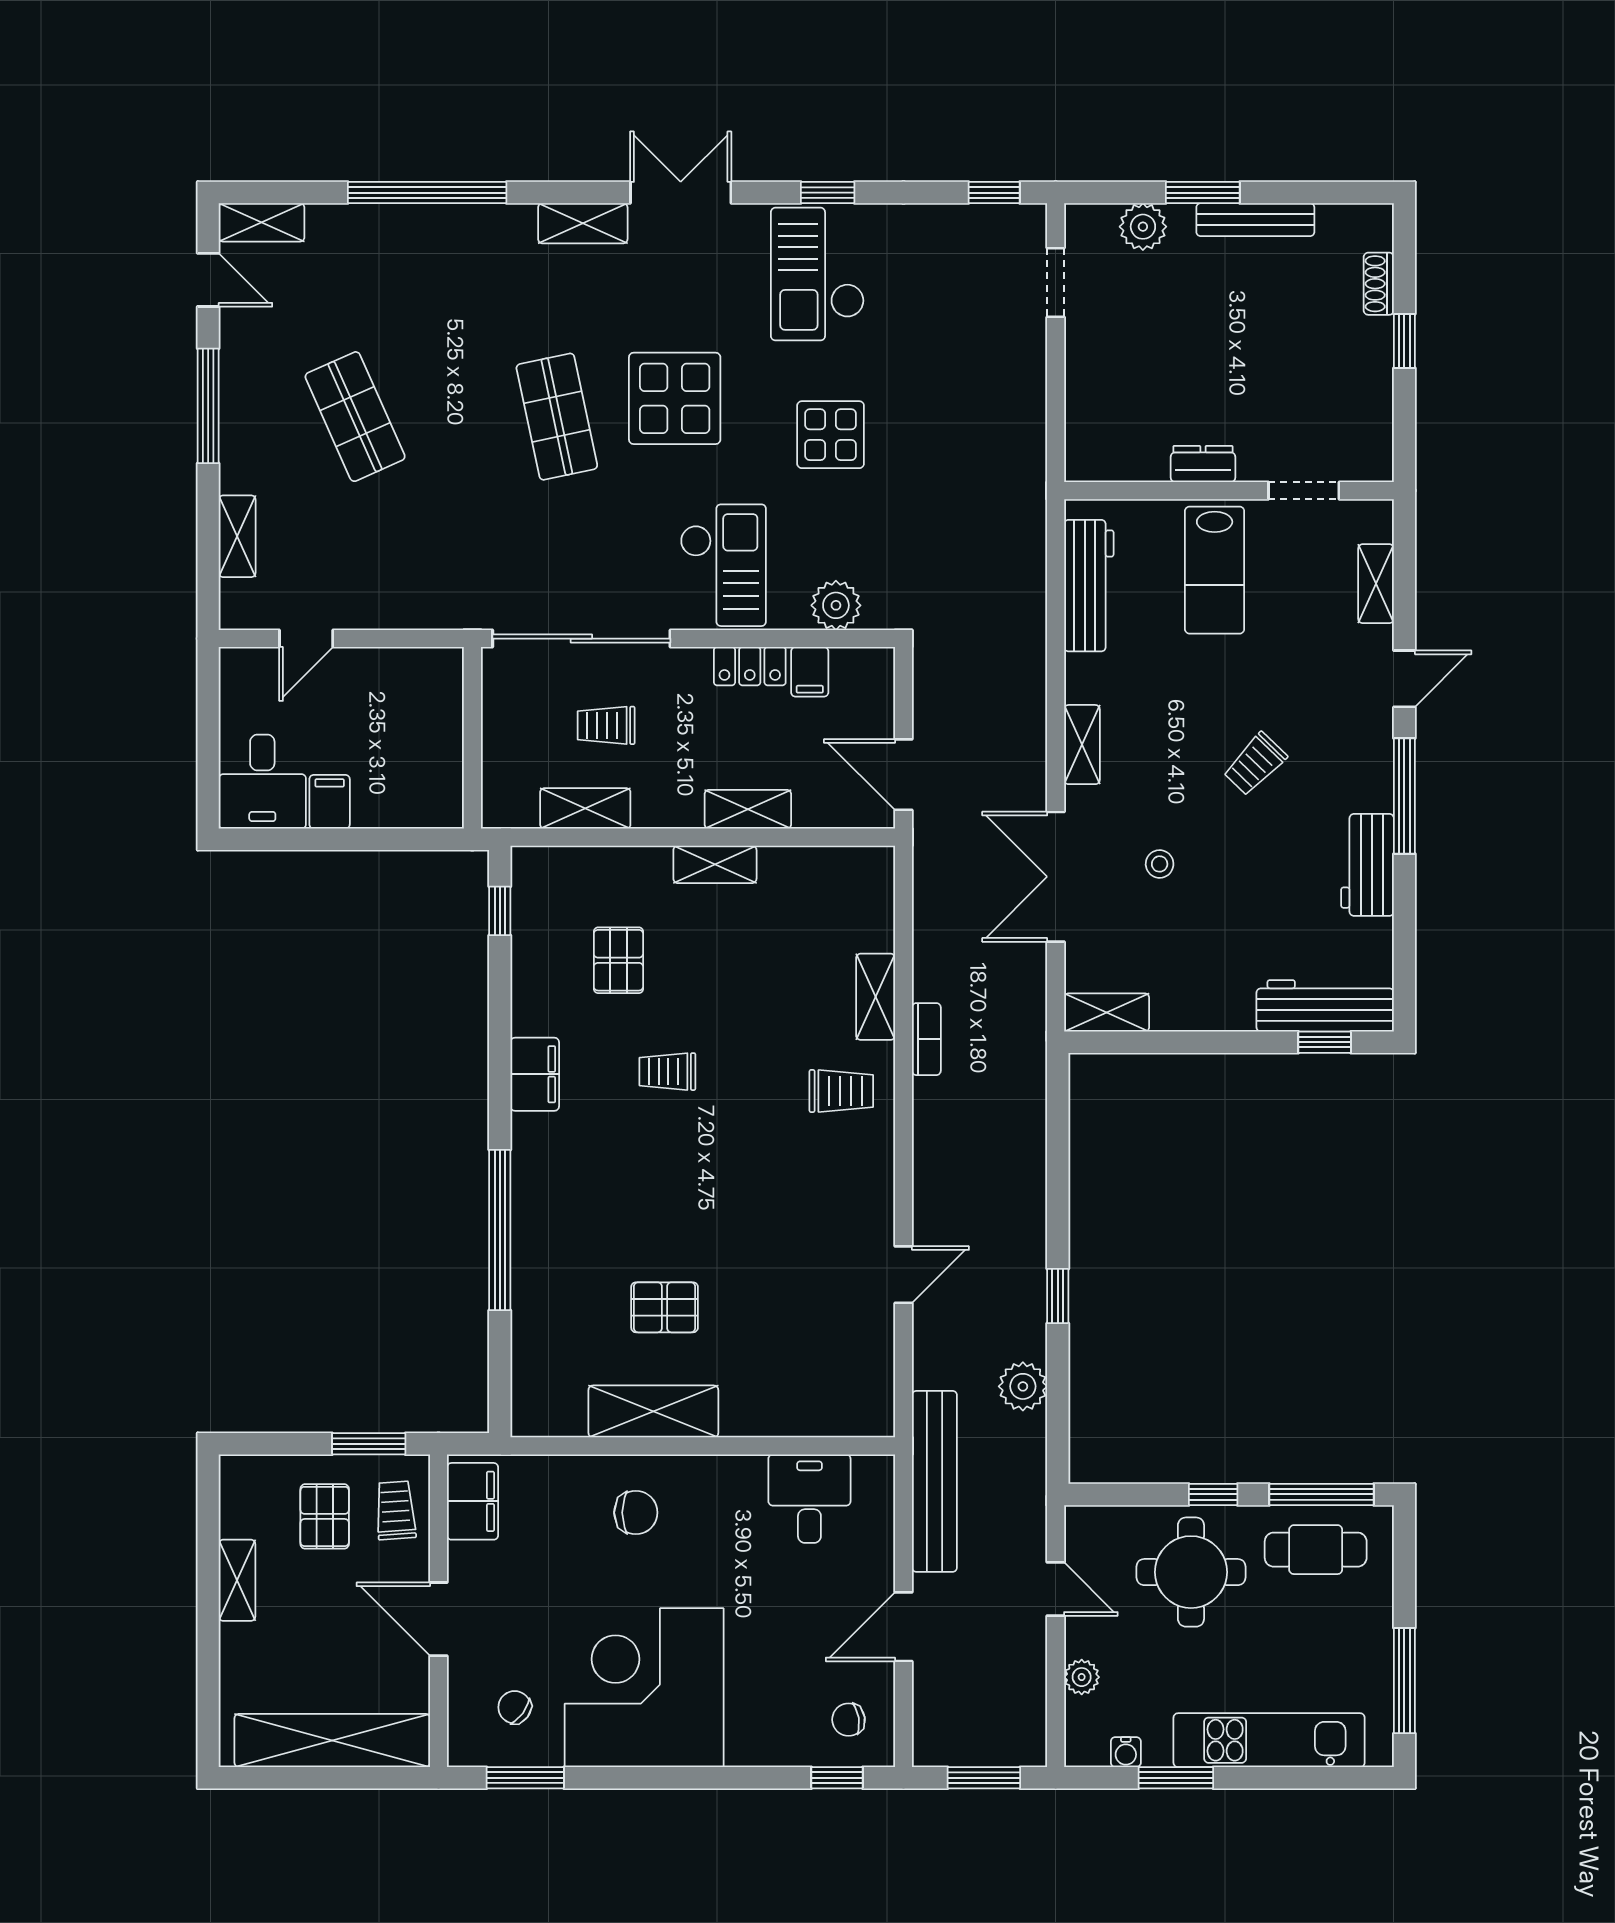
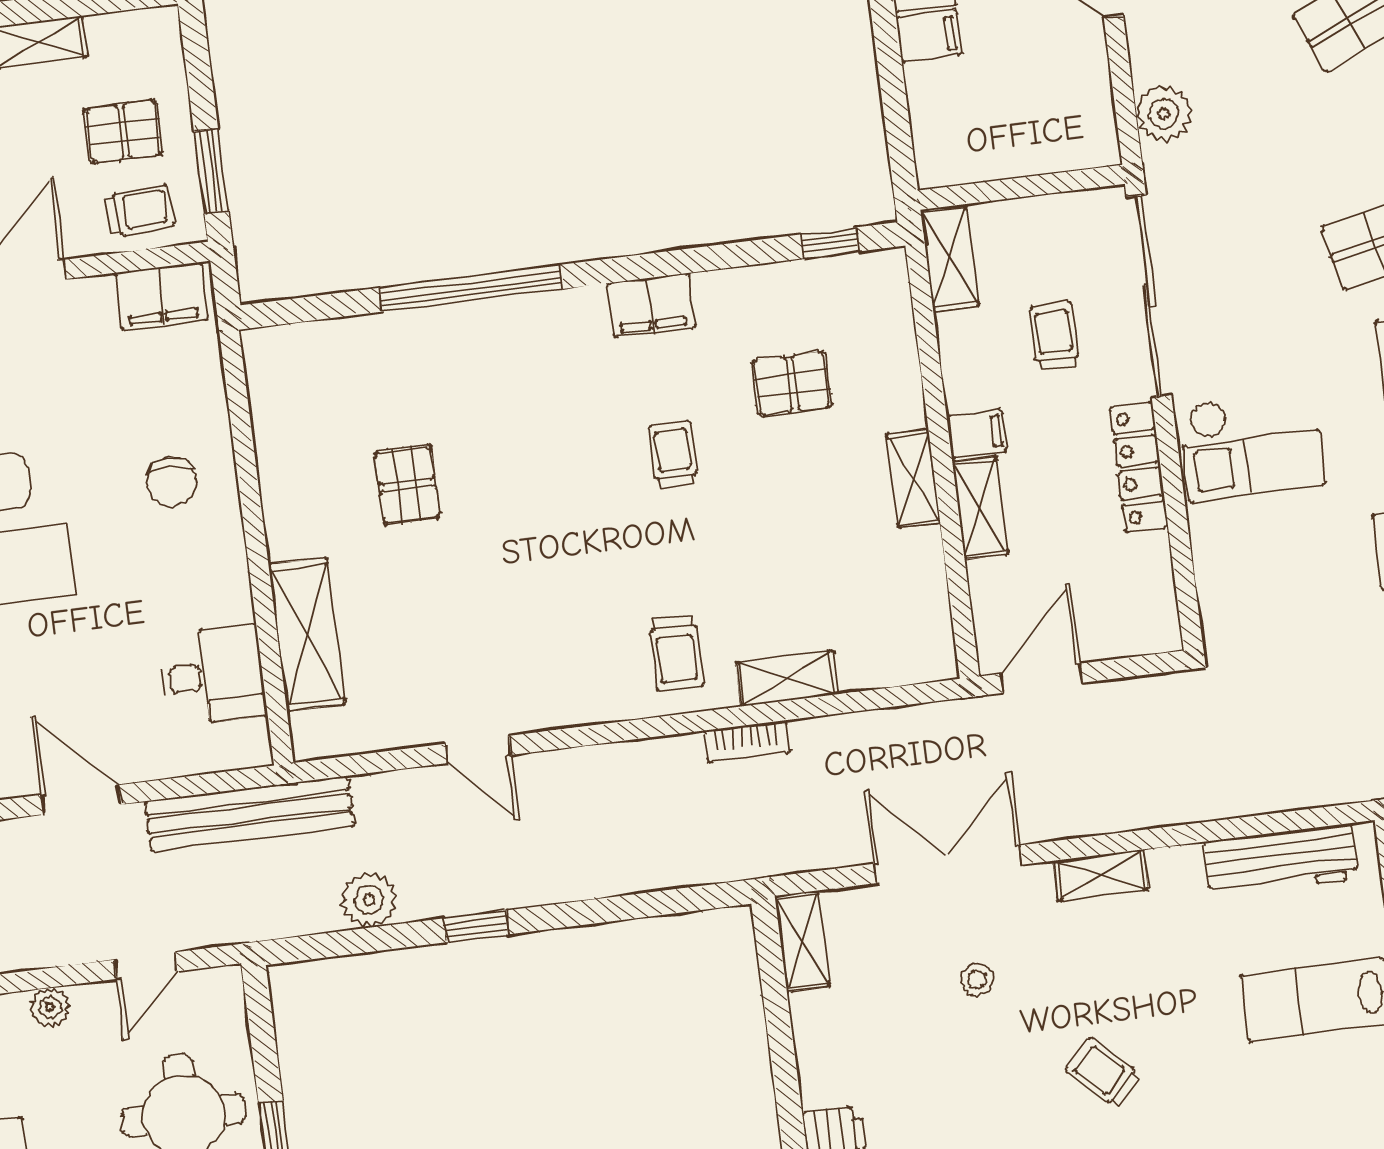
plant: (836, 605) -> (1164, 114), moved
locker: (750, 666) -> (1139, 467), width x1.53
filing cabinet: (810, 672) -> (977, 434), moved, turned 180
shelving: (585, 808) -> (950, 258), moved
shelving: (653, 1411) -> (307, 634), moved

